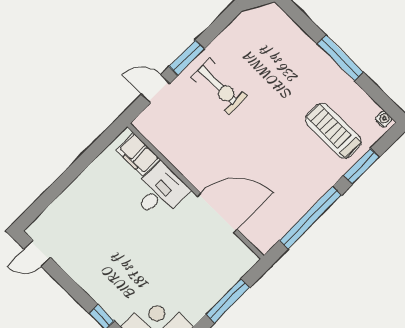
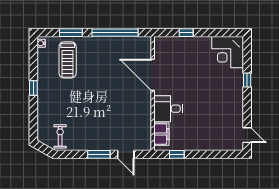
window: (340, 58) -> (33, 88), width x0.46
exercise bike: (219, 87) -> (60, 136), moved, width x0.73, depth x0.72
window: (96, 149) -> (177, 154), added
window: (228, 301) -> (186, 33), width x0.46

